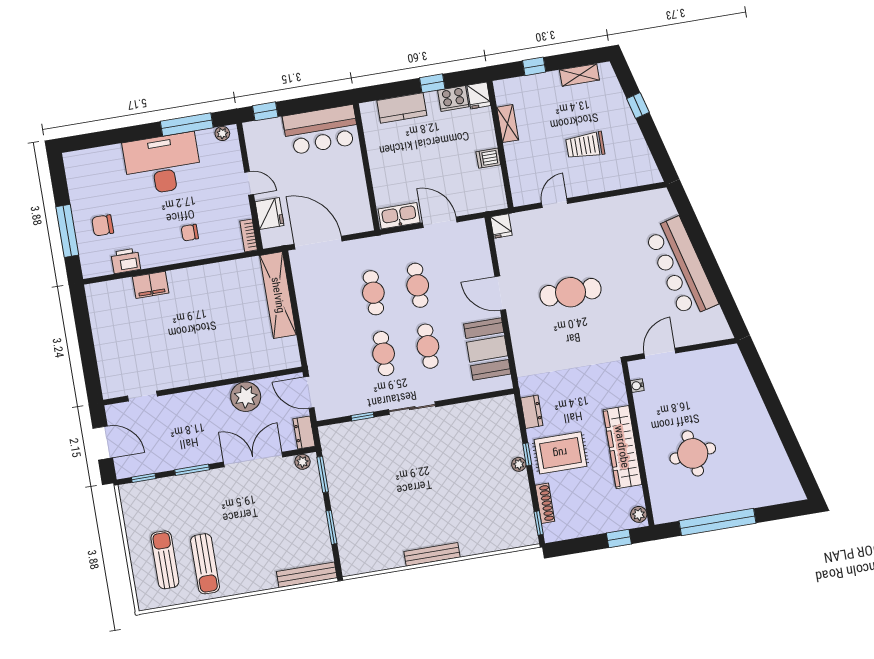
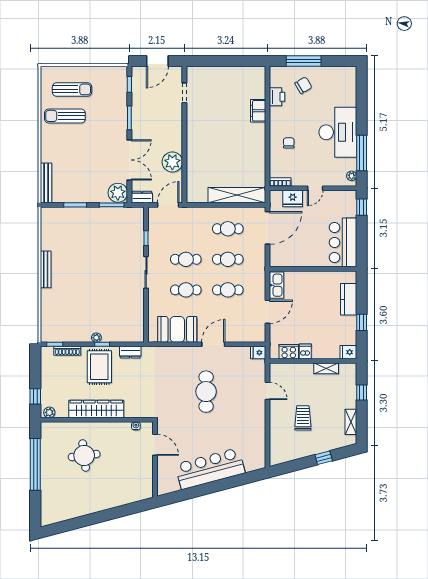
cooker: (453, 99) -> (289, 352), moved, turned 90
chair: (103, 225) -> (303, 85), turned 59
cafe table: (329, 300) -> (228, 229), added
plant: (302, 462) -> (118, 193), width x1.87, depth x1.87

